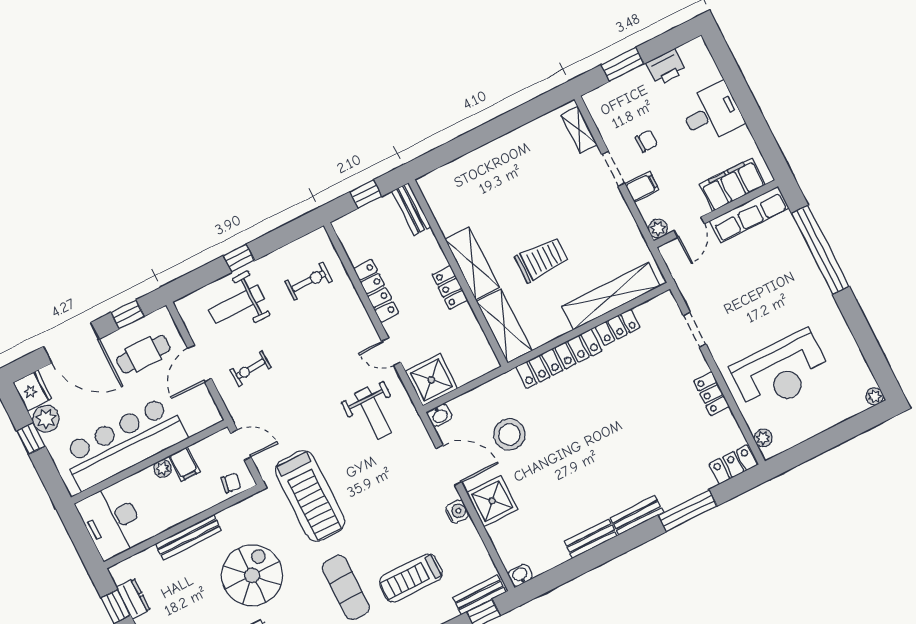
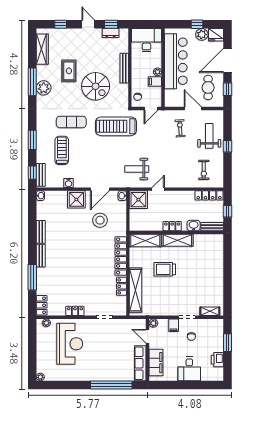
washbasin: (427, 246) -> (194, 226), added
trolley: (542, 260) -> (165, 269), turned 90
locker: (376, 291) -> (209, 195), moved
reception desk: (781, 372) -> (70, 344), turned 180
water cooler: (457, 511) -> (68, 183), moved

